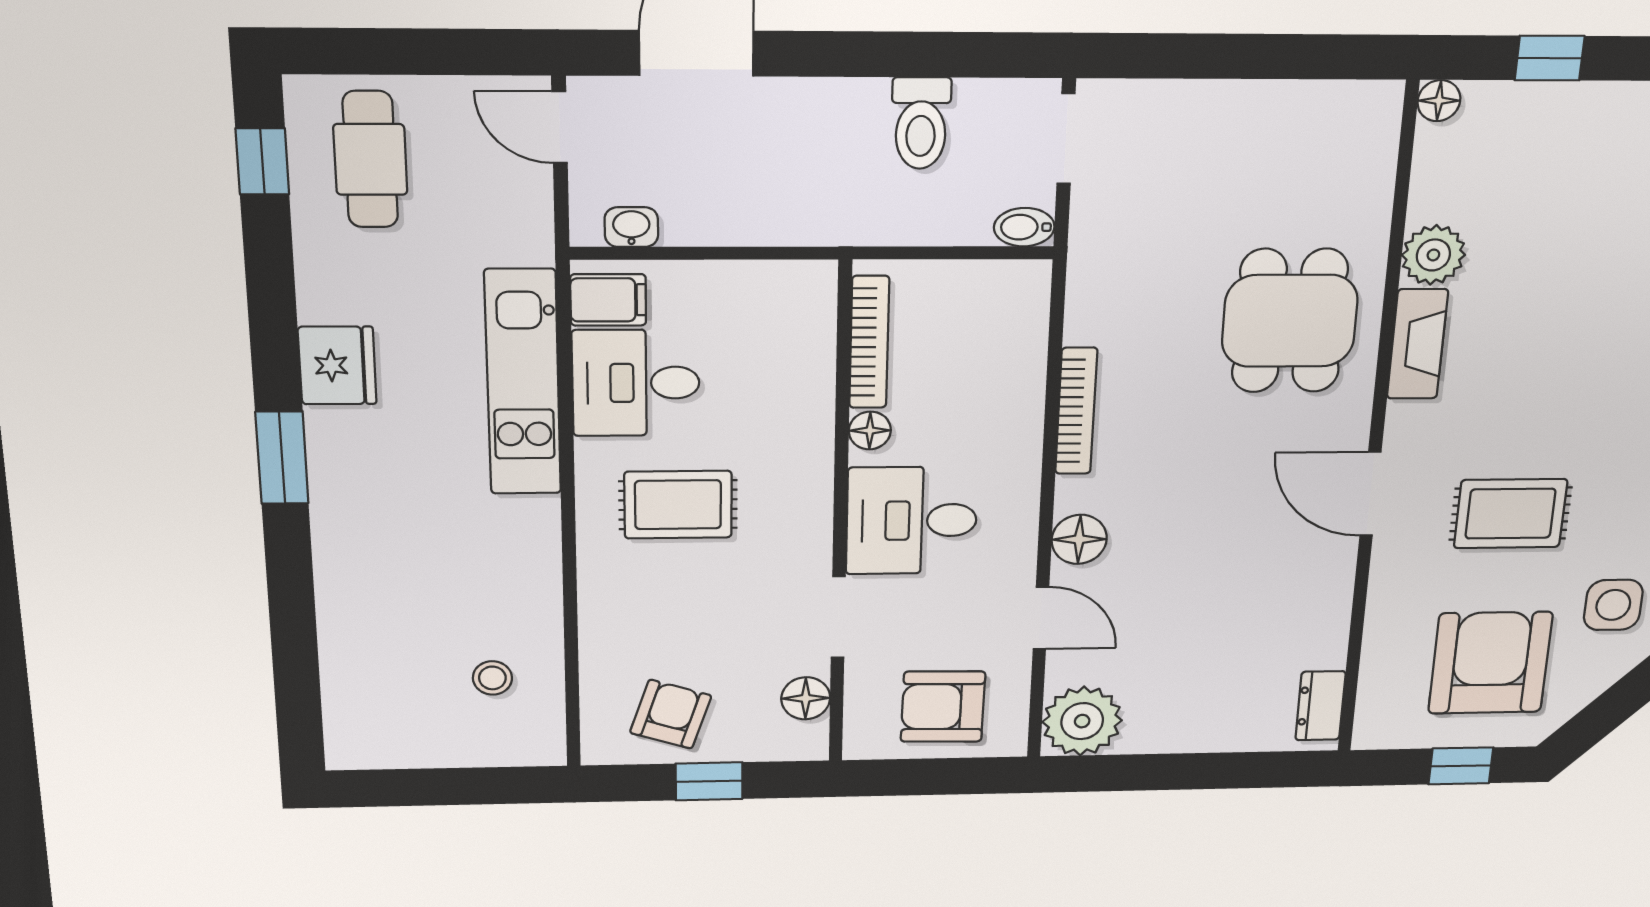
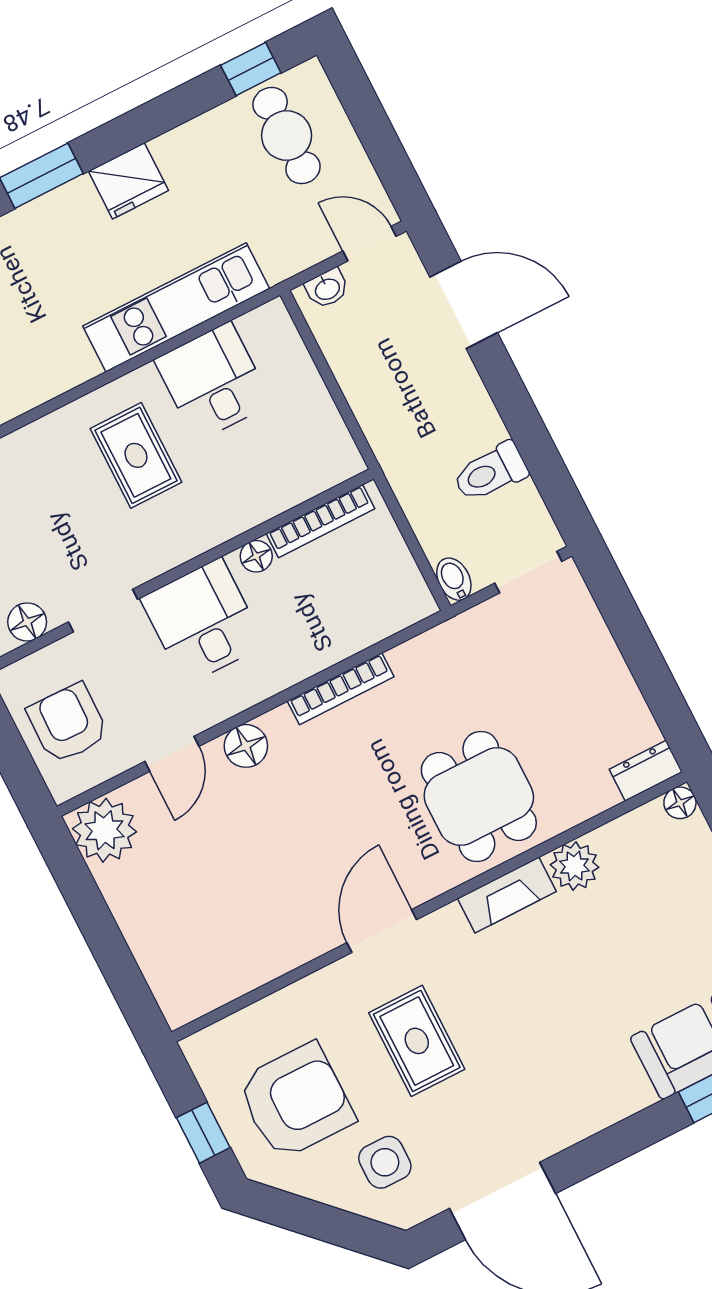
door: (560, 127) -> (369, 244), hinge flipped
cafe table: (370, 159) -> (287, 135), turned 90
washbasin: (631, 227) -> (327, 288), moved, turned 90
filing cabinet: (608, 300) -> (264, 334), removed
dining table: (1290, 321) -> (479, 797), turned 90
dresser: (1320, 706) -> (646, 771), moved

